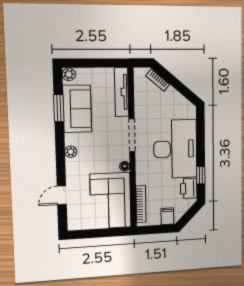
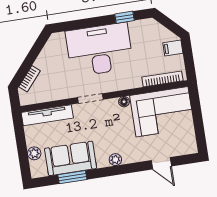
plant: (69, 74) -> (34, 153), moved
doorway: (132, 135) -> (90, 98), width x0.73
printer: (189, 188) -> (140, 29), removed

